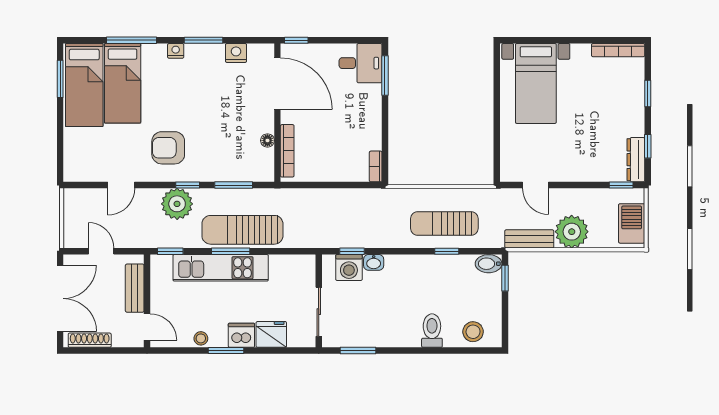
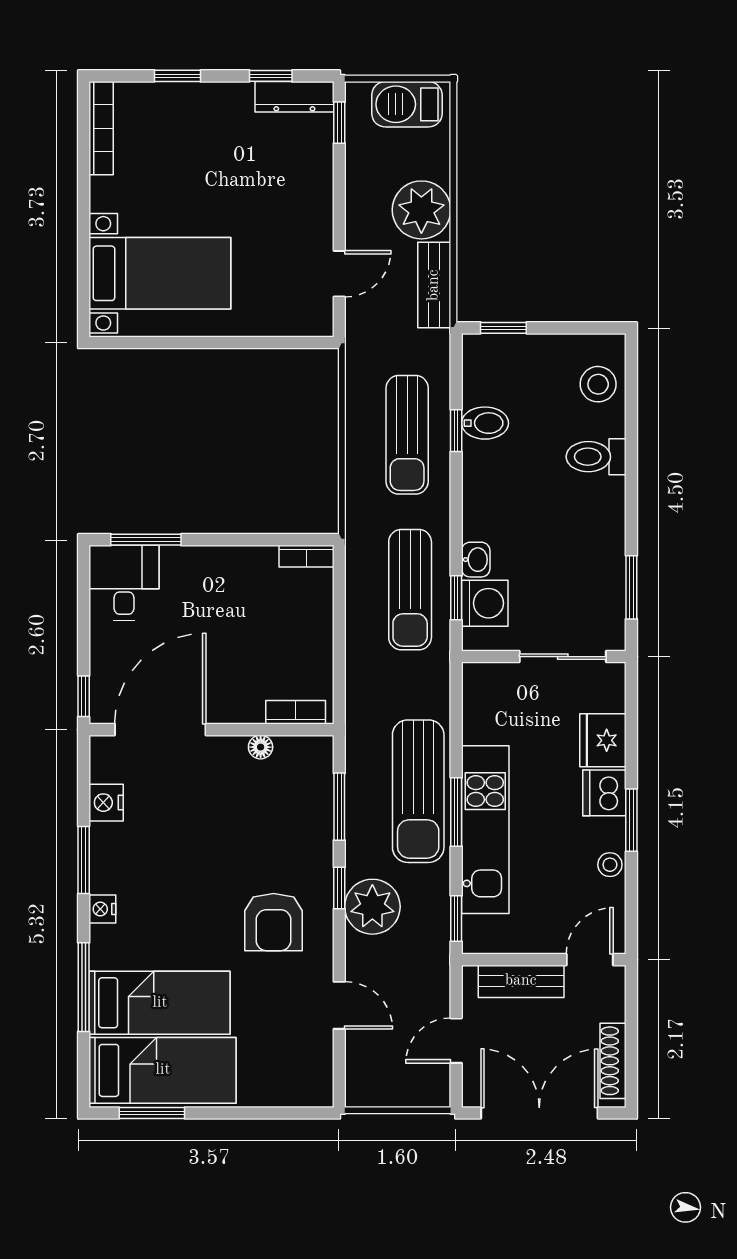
bookcase: (287, 151) -> (296, 712), width x0.64
sun lounger: (357, 225) -> (410, 590), added
bidet: (489, 264) -> (485, 423), moved, turned -90

